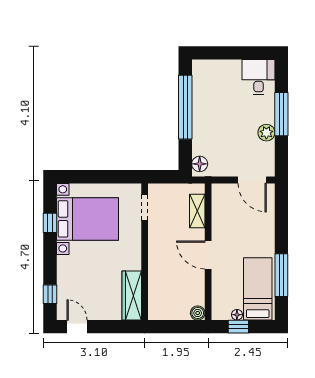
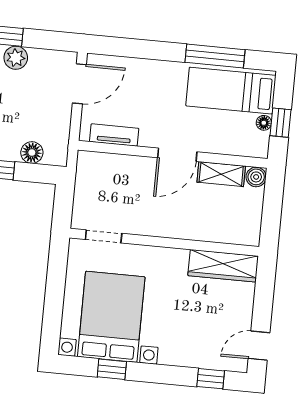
floor lamp: (200, 164) -> (32, 153), moved
tv unit: (218, 208) -> (114, 135), added
shelving: (197, 211) -> (221, 174), moved

